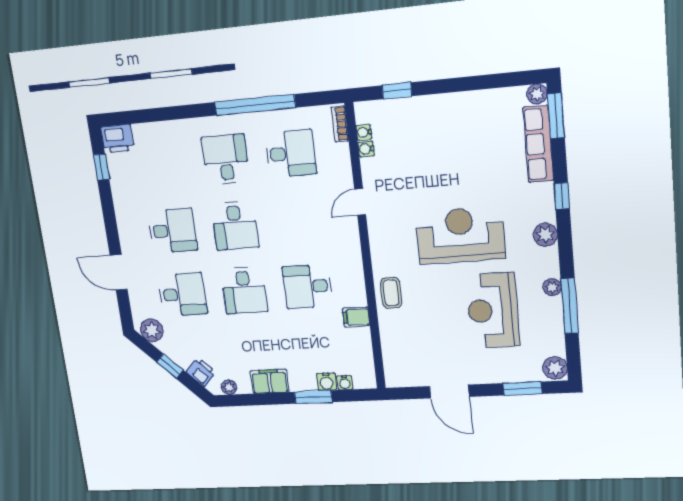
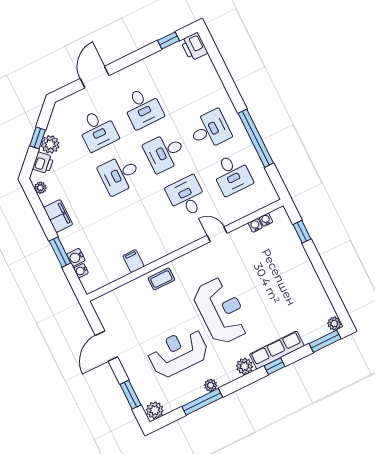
bookcase: (340, 124) -> (265, 201), removed
row of seats: (538, 144) -> (277, 350), moved
desk: (308, 287) -> (187, 197), moved
plant: (152, 330) -> (50, 144), moved

